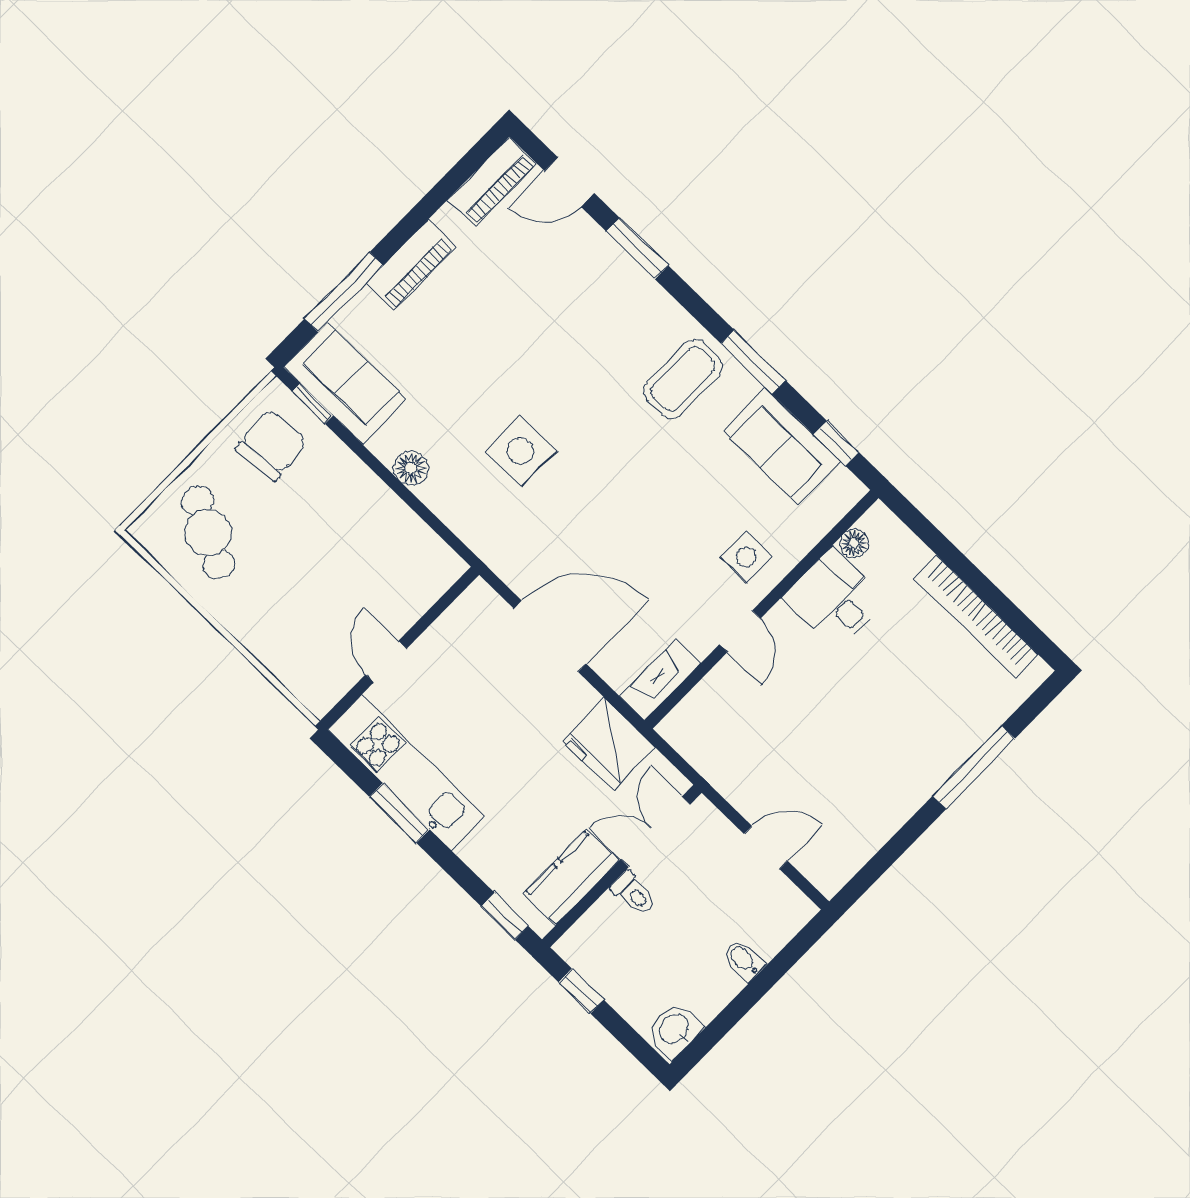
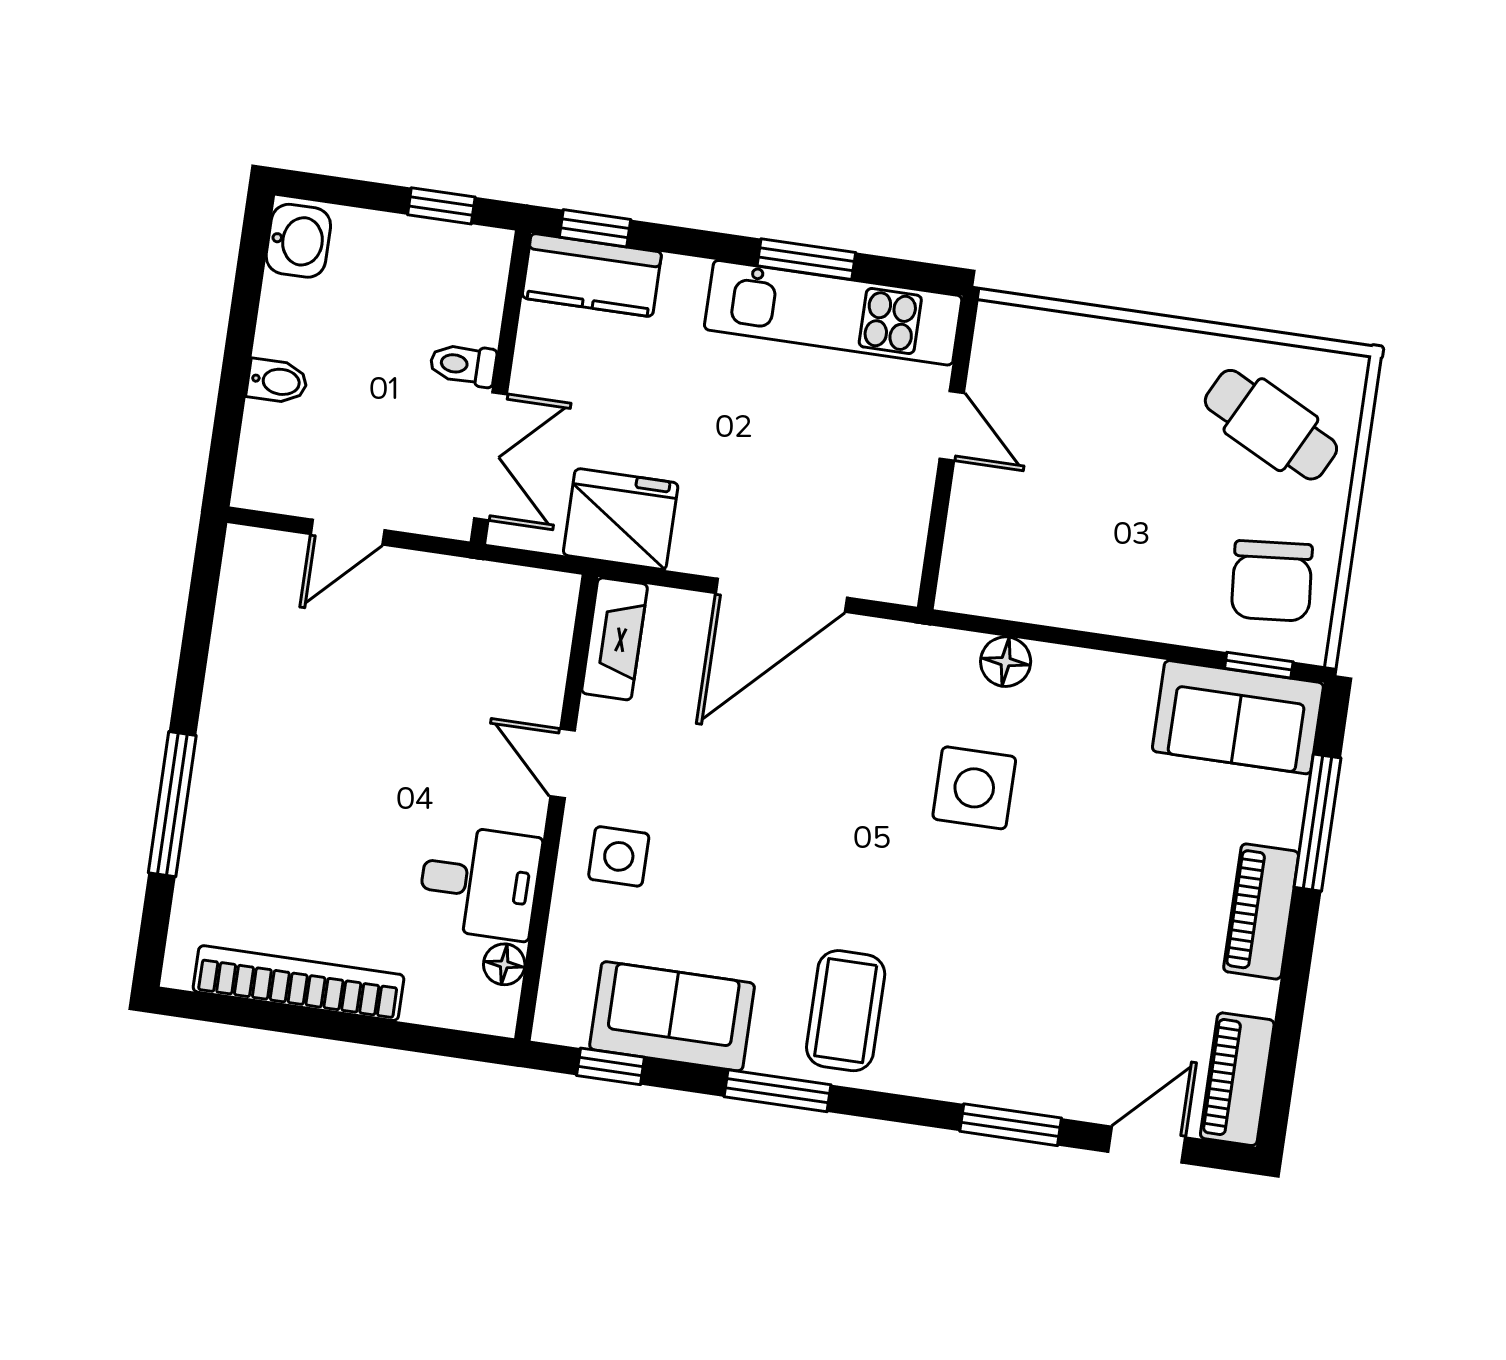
floor lamp: (411, 468) -> (1006, 662), moved
kitchen counter: (571, 877) -> (592, 275), moved, turned 90

